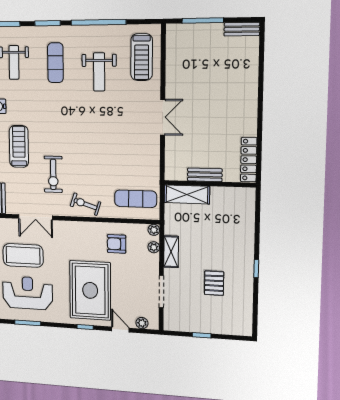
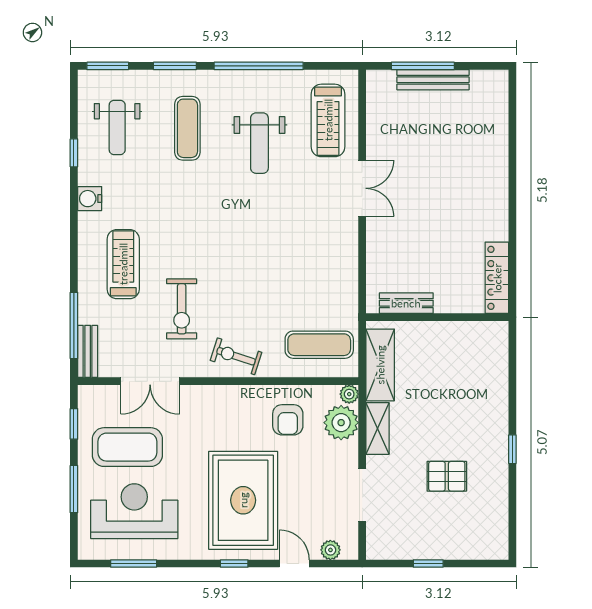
bench: (242, 29) -> (433, 80), moved, width x1.36
double door: (163, 117) -> (362, 188), moved
bench: (205, 175) -> (406, 303), moved
shelving: (187, 194) -> (380, 365), moved, turned 90
armchair: (117, 244) -> (288, 420), turned -90
plant: (154, 247) -> (341, 423), width x1.87, depth x1.87
pallet: (214, 283) -> (447, 476), turned 90

